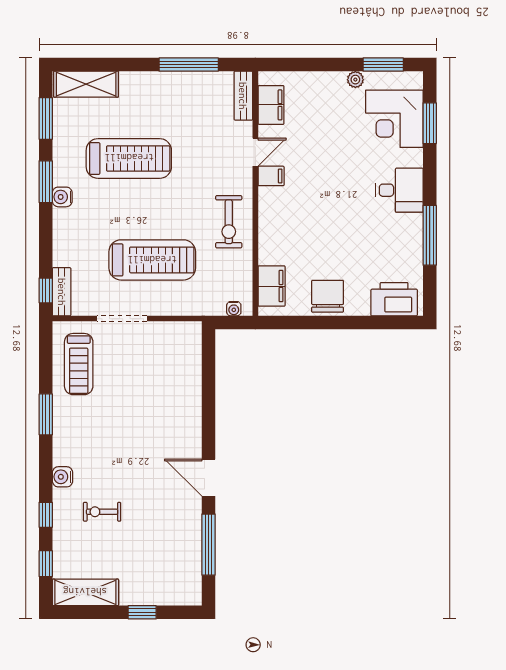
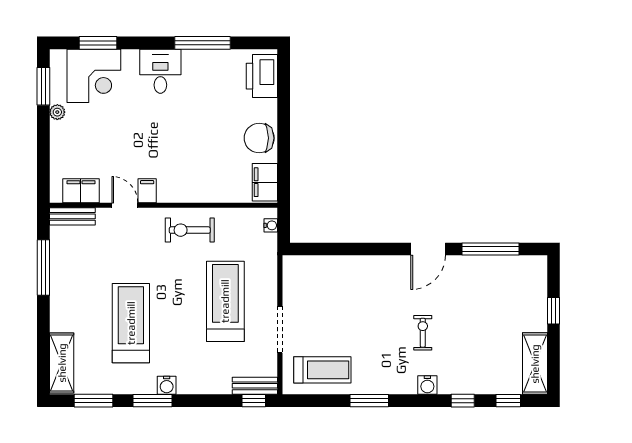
exercise bike: (229, 222) -> (190, 230), turned 180
filing cabinet: (272, 286) -> (265, 182), moved, turned -90
exercise bike: (102, 512) -> (423, 333), moved, turned 180

